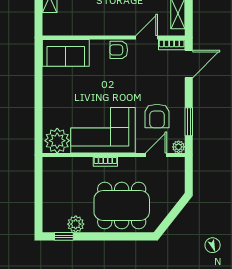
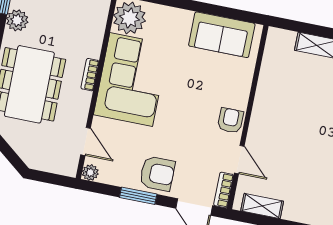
sofa: (66, 53) -> (222, 35), moved, turned -90
armchair: (157, 116) -> (157, 174), moved, turned 180
window: (189, 122) -> (138, 196), moved

